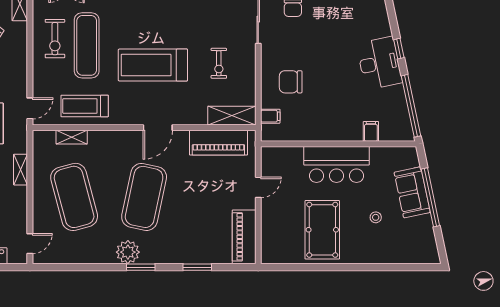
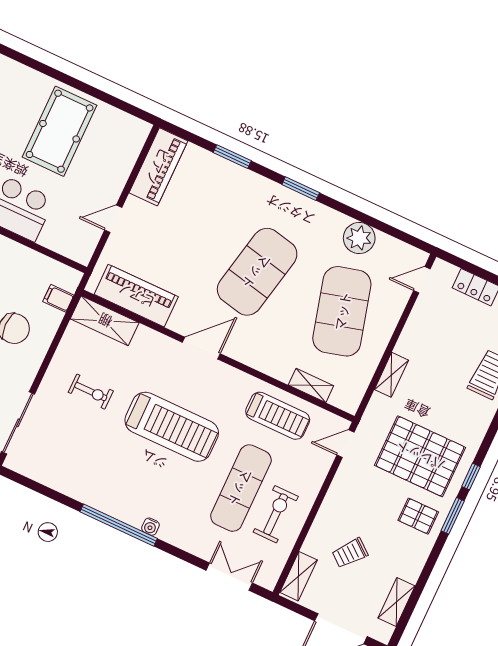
exercise bike: (219, 63) -> (91, 392), turned 90
plant: (128, 252) -> (359, 238), moved

